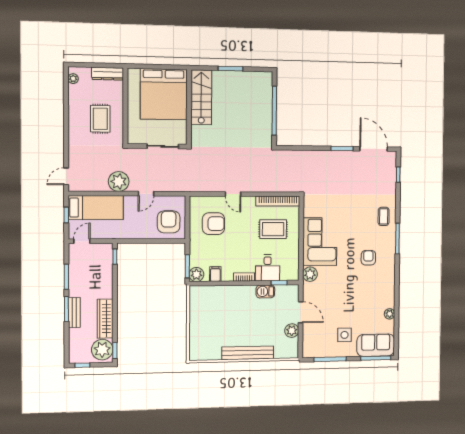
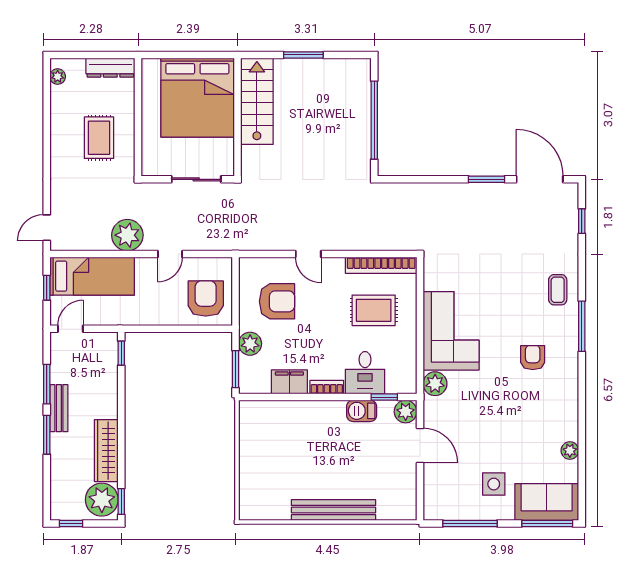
plant: (196, 274) -> (250, 344), moved
filing cabinet: (215, 274) -> (289, 382), width x2.00
bench: (74, 313) -> (59, 408), moved
plant: (292, 331) -> (406, 412), moved

